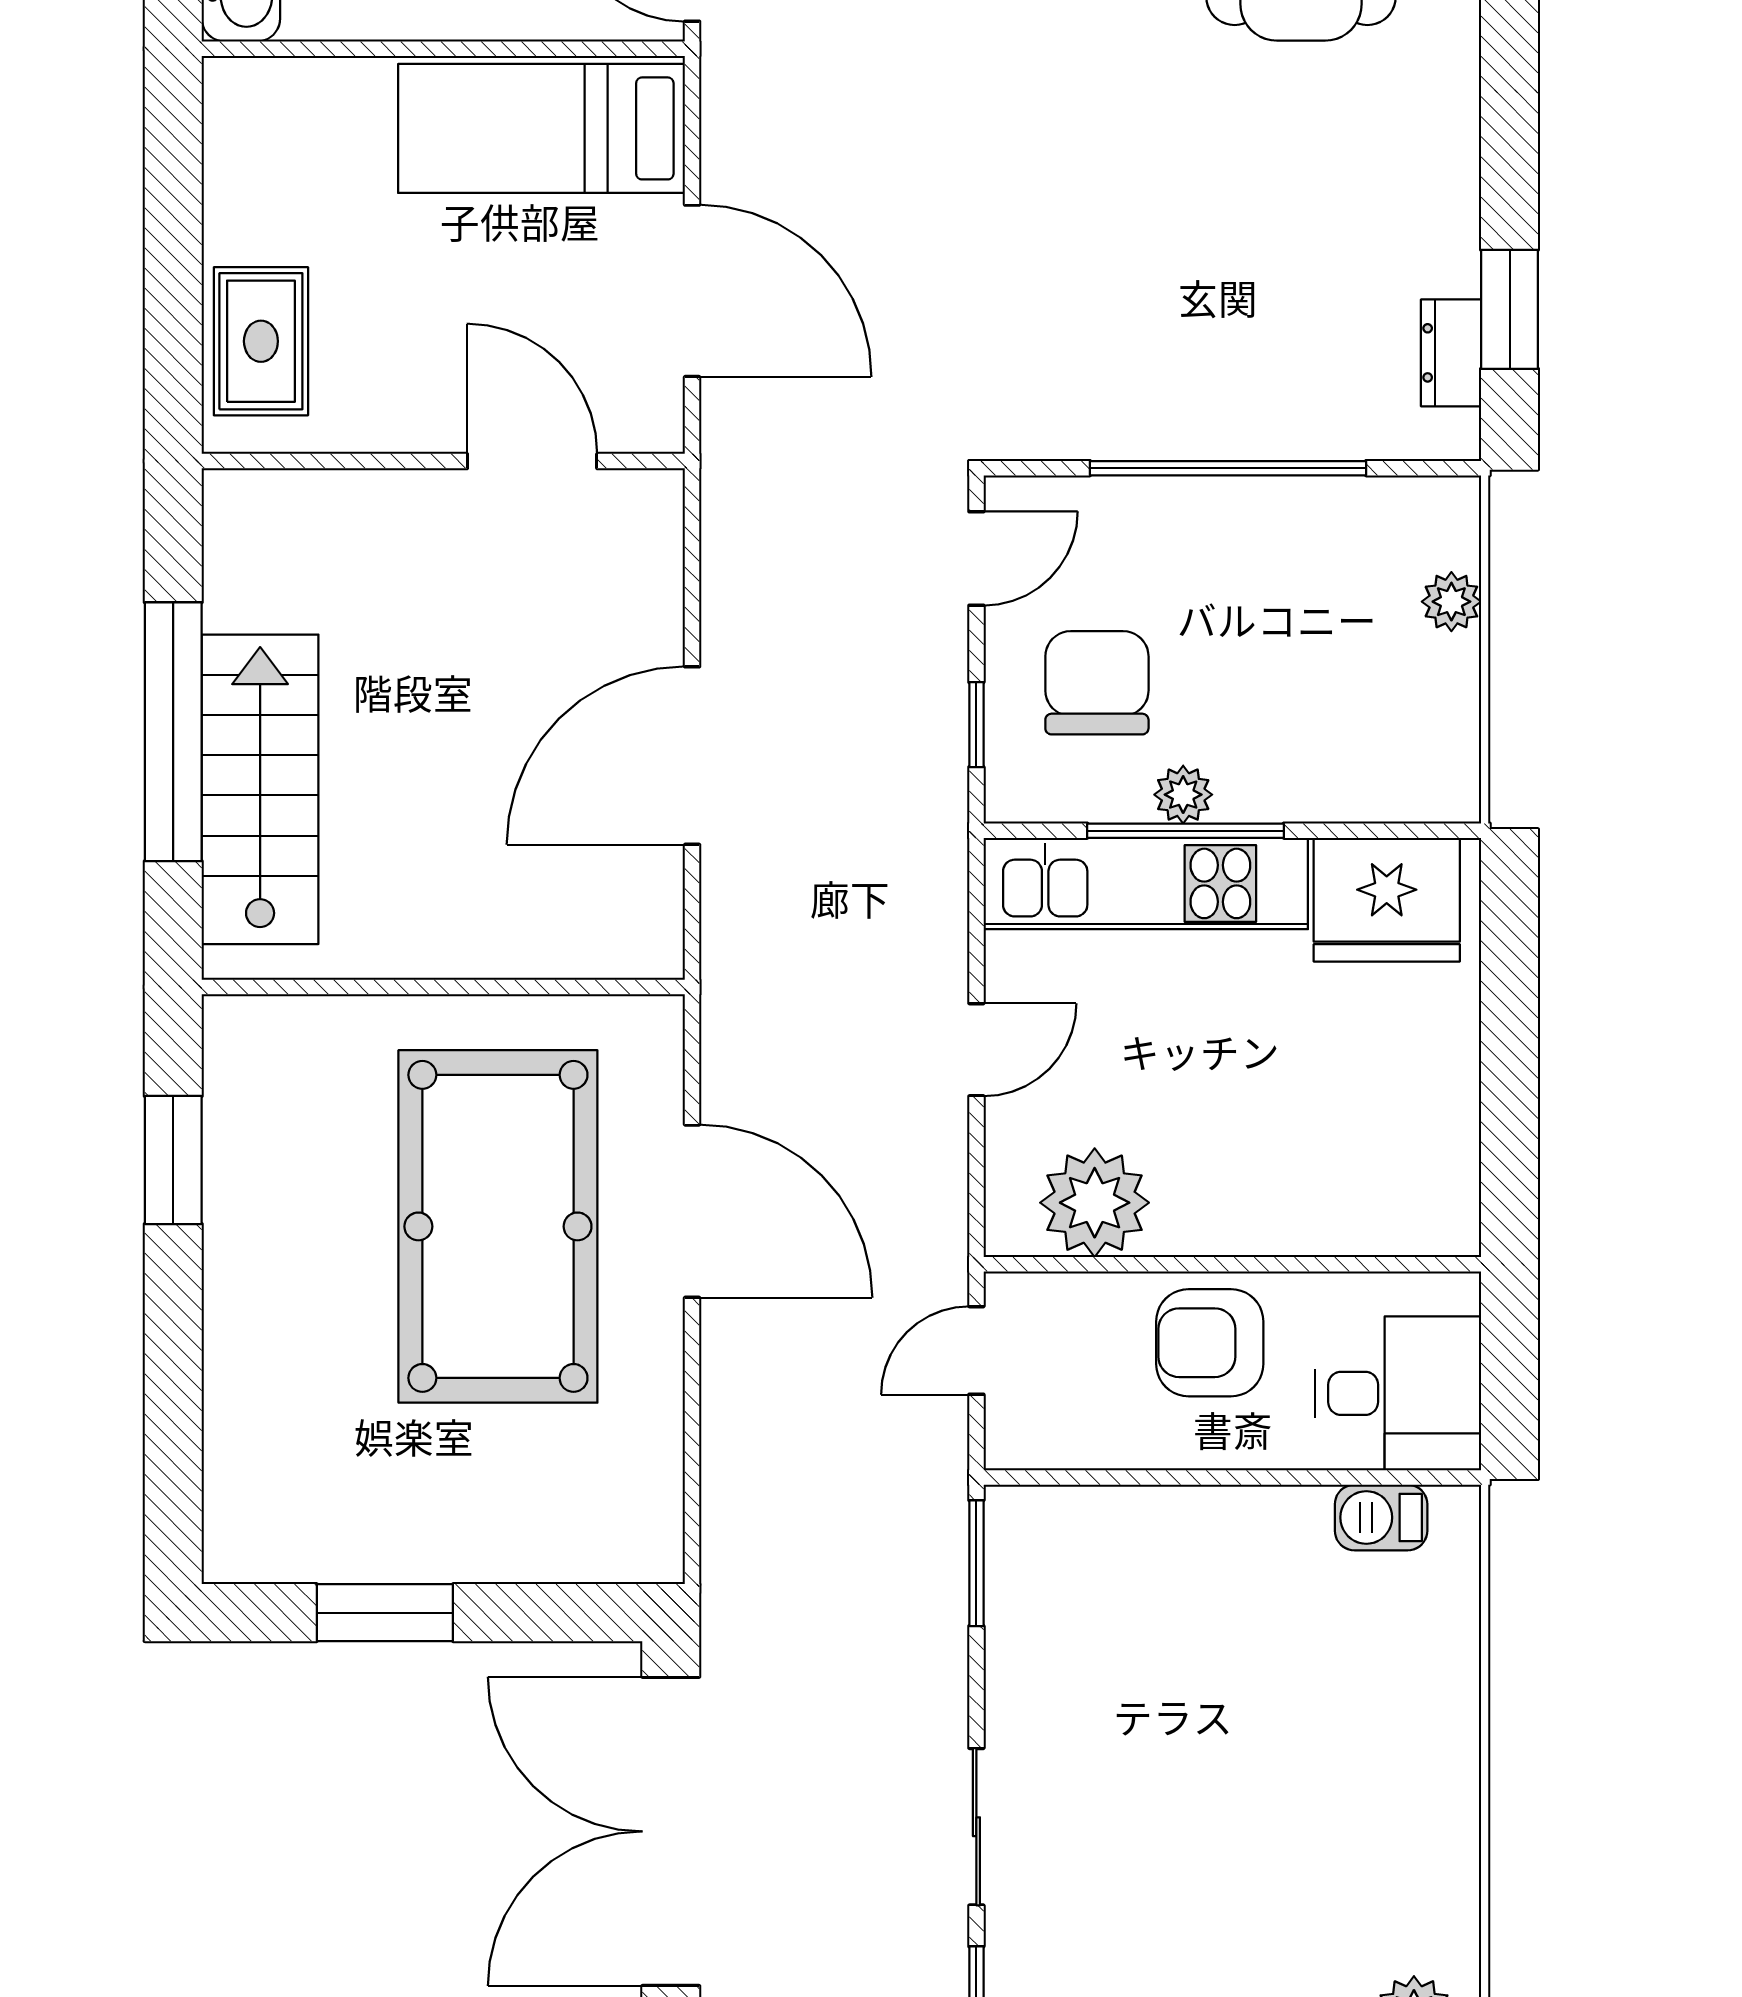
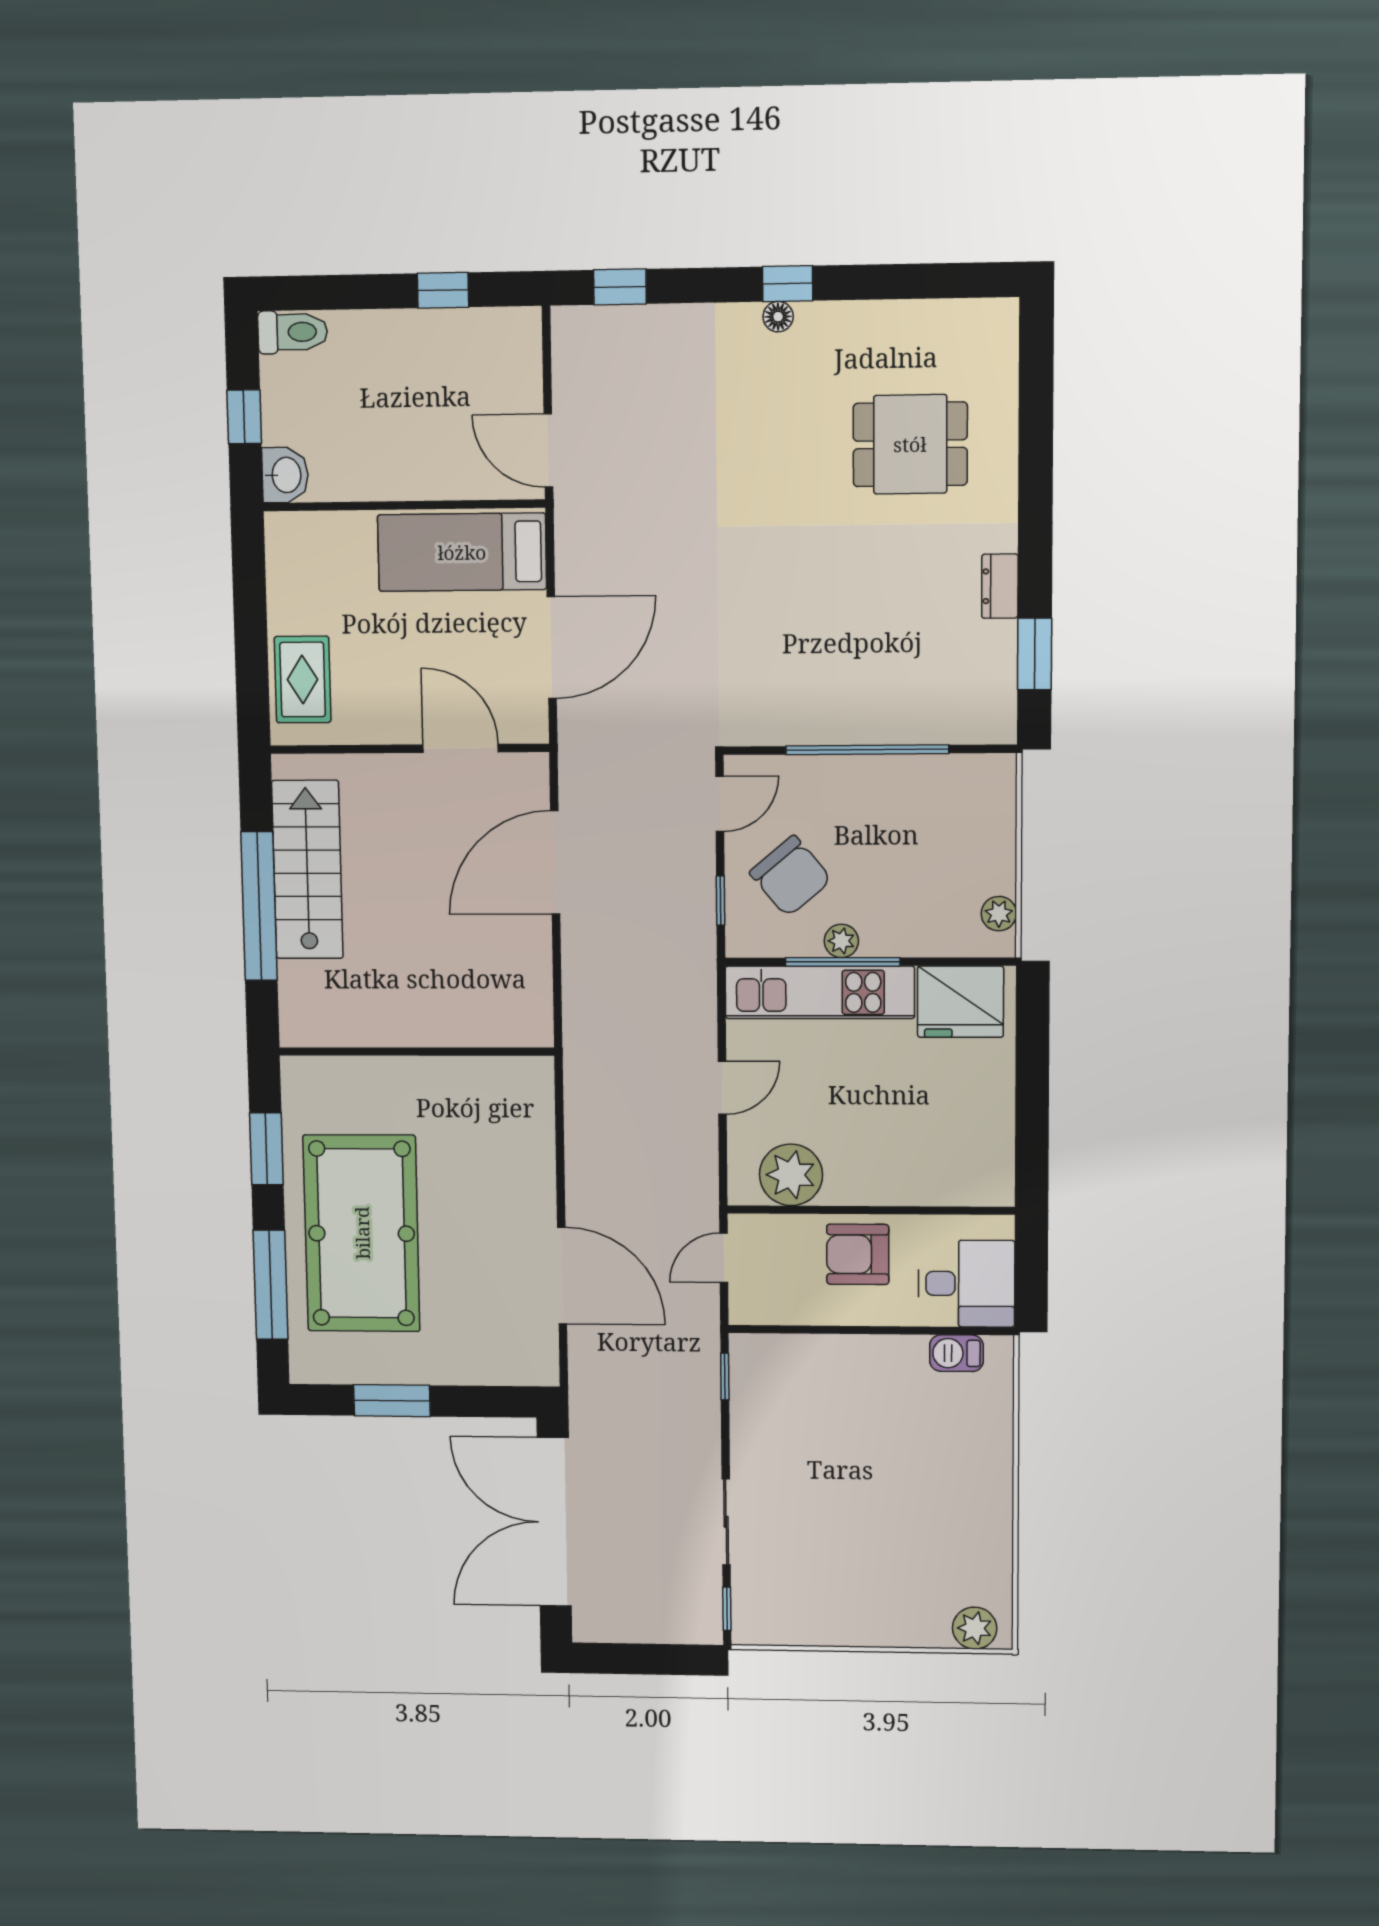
door: (692, 291) -> (552, 647), hinge flipped
dresser: (1451, 353) -> (1000, 586), moved
plant: (1451, 602) -> (999, 914), moved
chair: (1097, 683) -> (791, 876), turned 140
door: (692, 756) -> (555, 862), moved
stairs: (260, 789) -> (307, 870), moved
door: (692, 1211) -> (562, 1276), moved
pool table: (498, 1226) -> (362, 1233), moved
window: (173, 1404) -> (271, 1285), added
window: (976, 1563) -> (725, 1377), width x0.67

